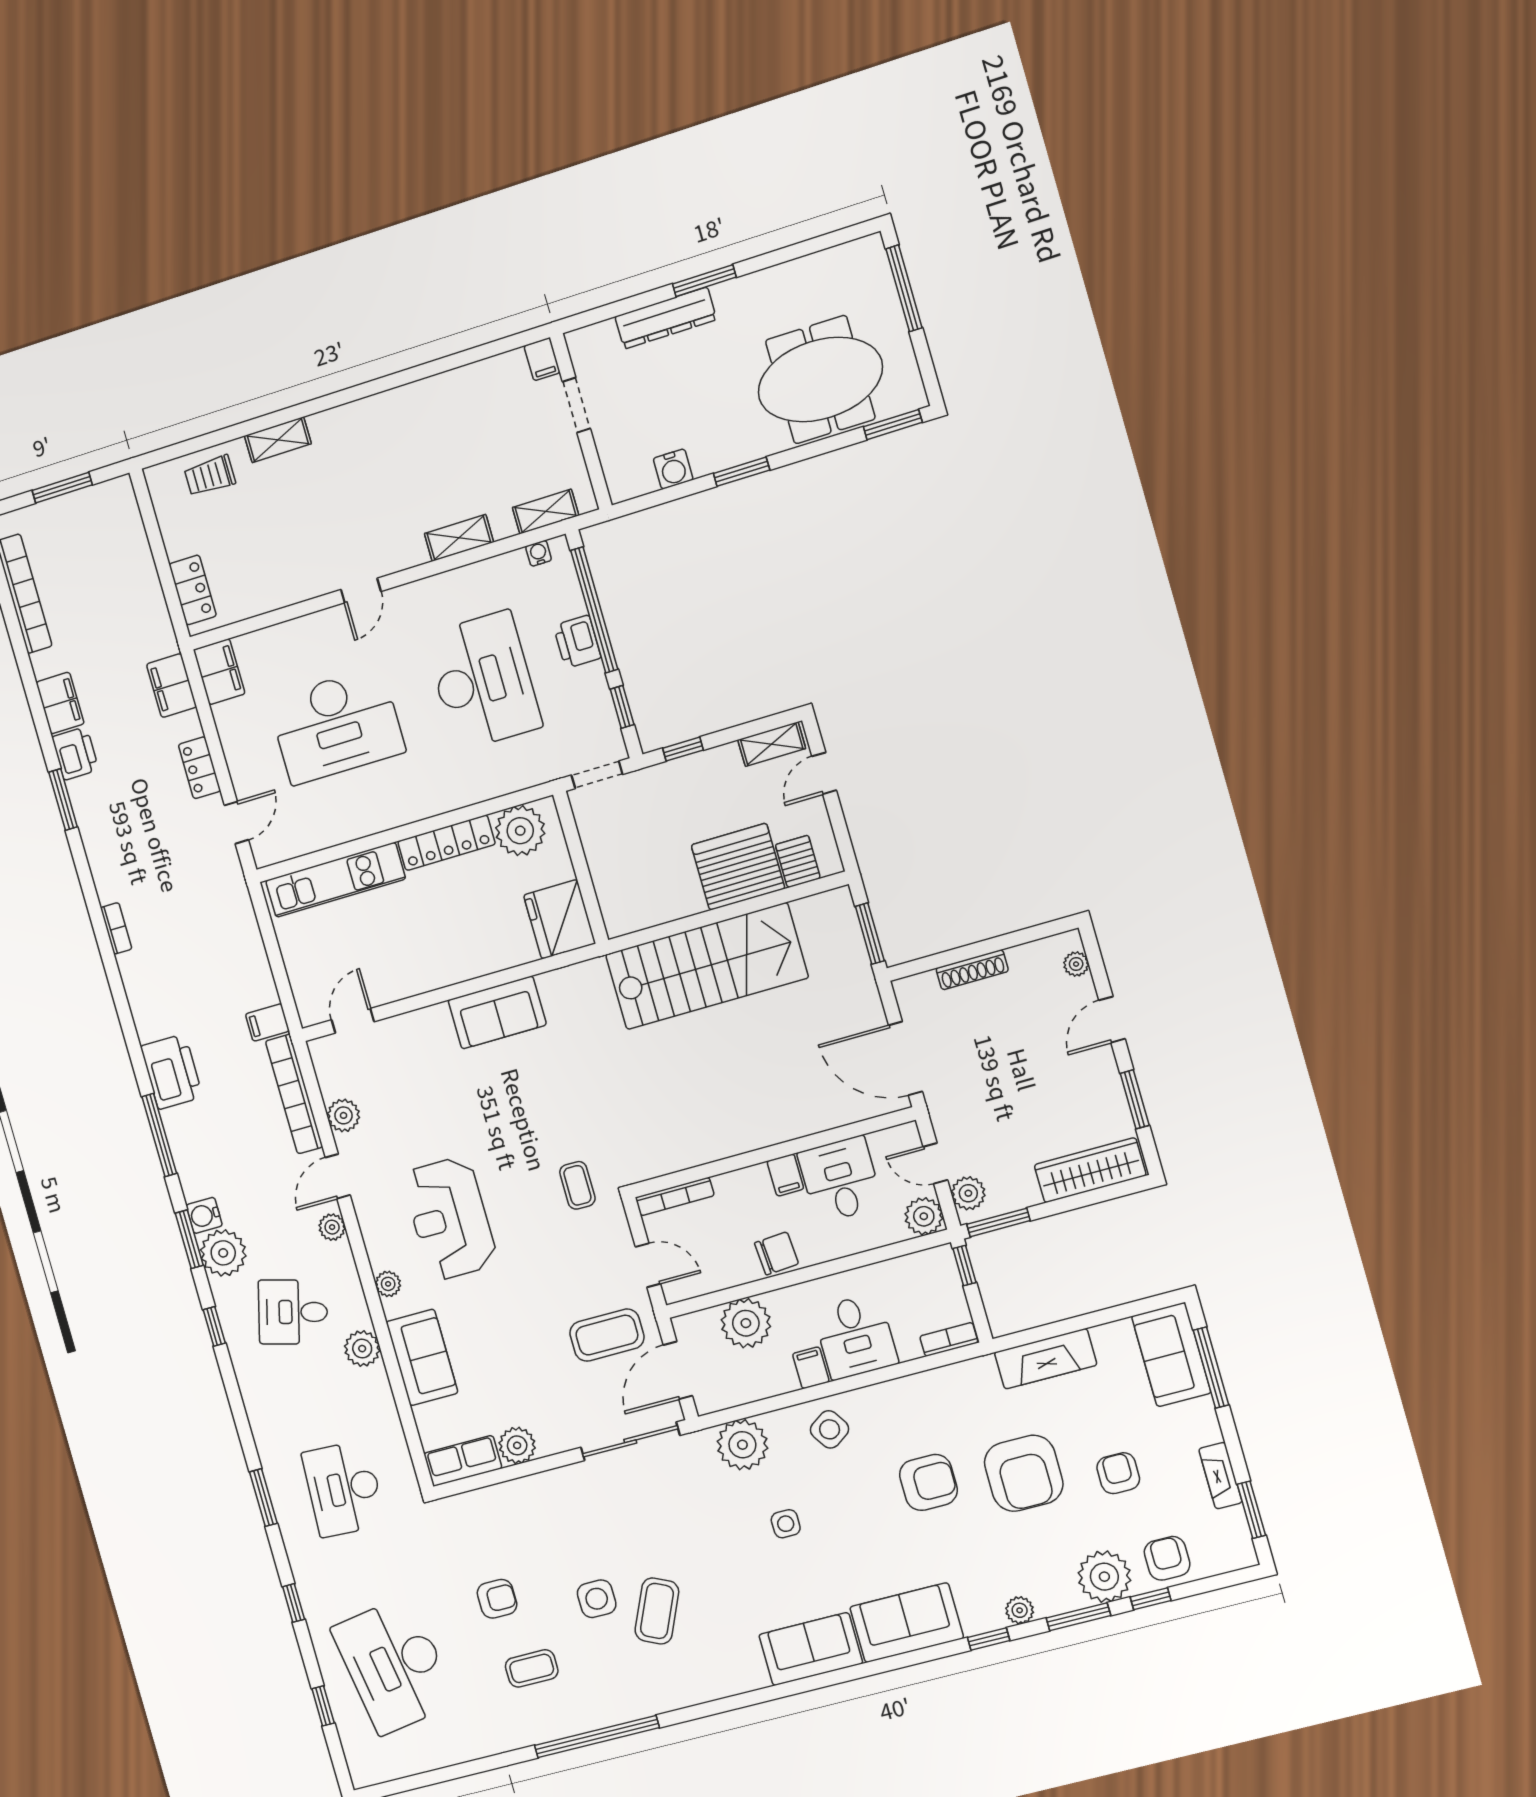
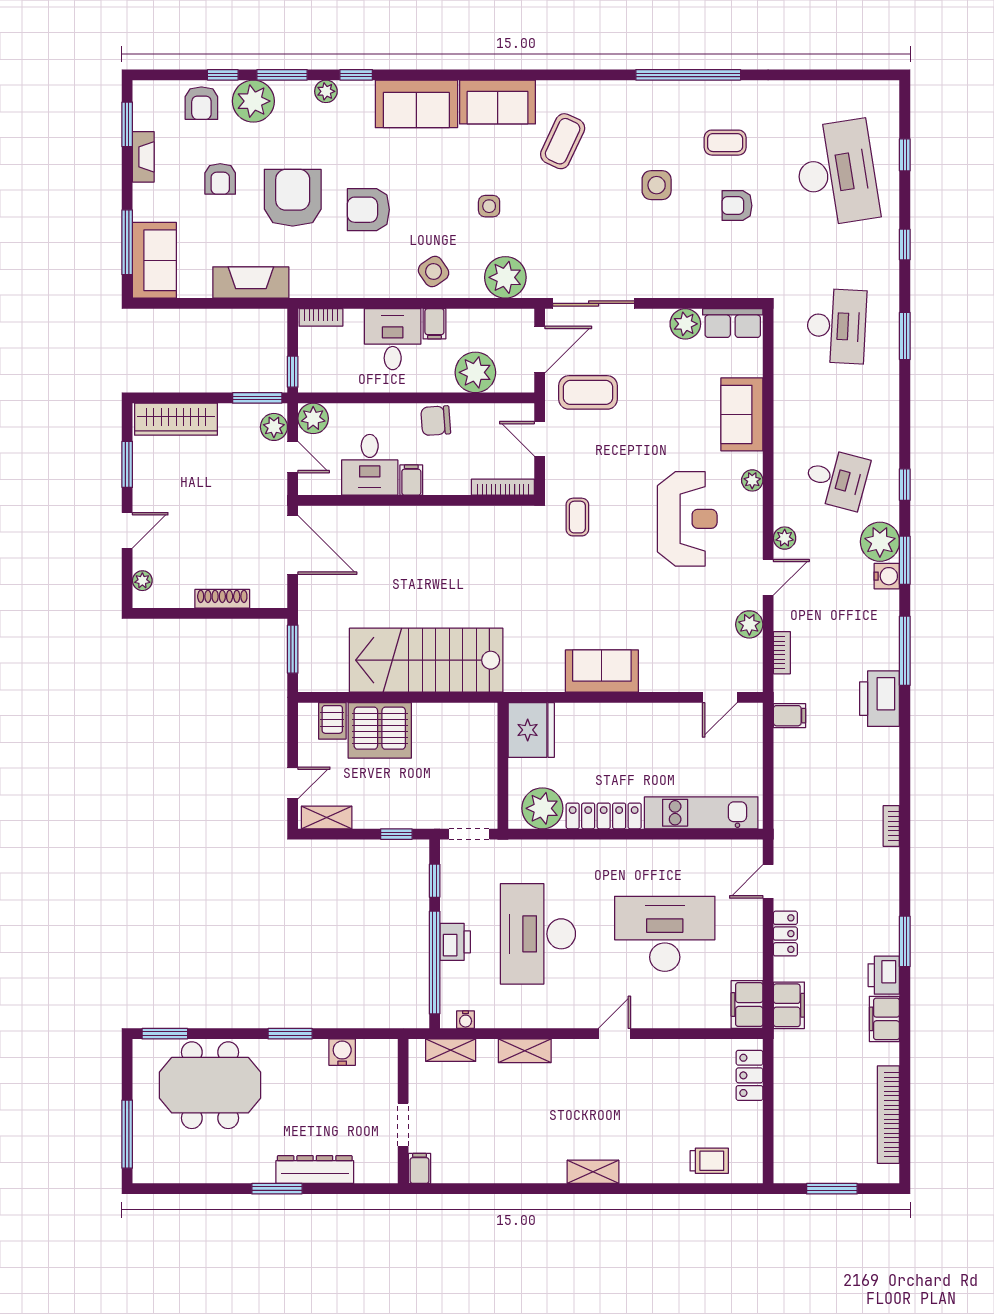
shelving: (278, 440) -> (593, 1172), moved
bookcase: (294, 1094) -> (782, 653), width x0.43, depth x0.76
plant: (362, 1349) -> (788, 434), removed
coffee table: (657, 1611) -> (563, 141), moved

